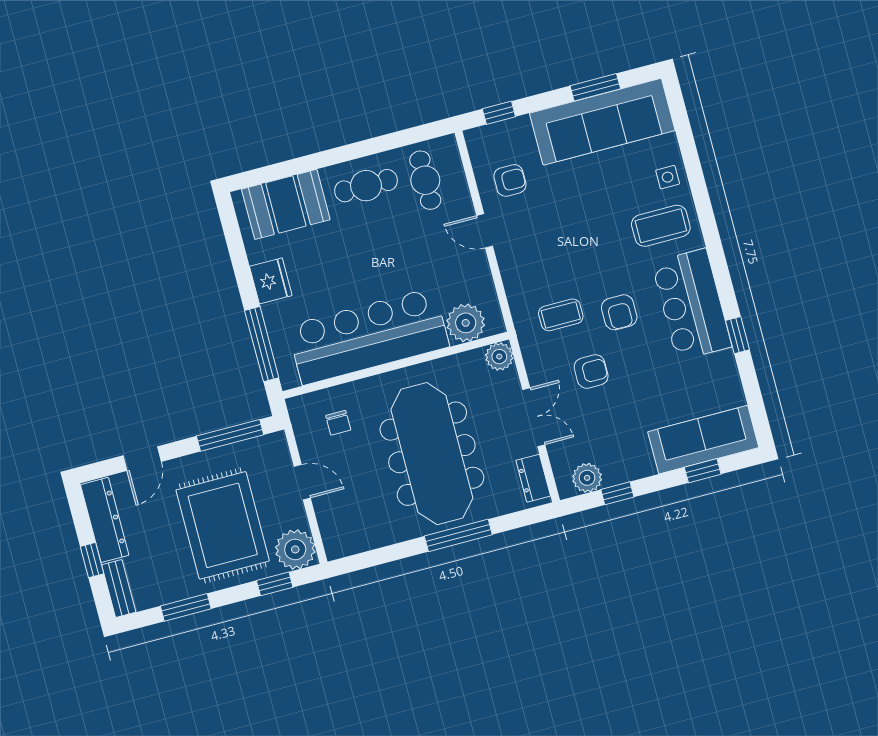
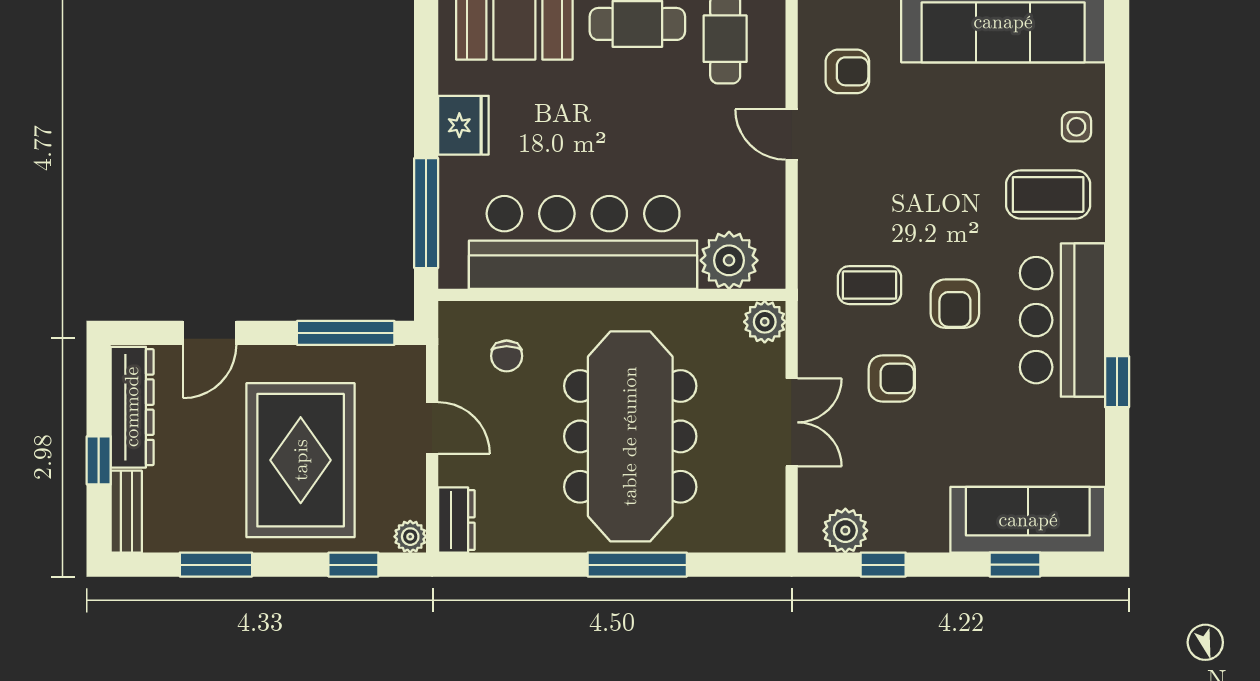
dresser: (533, 478) -> (456, 520), moved, turned 180
plant: (295, 549) -> (410, 537), width x0.53, depth x0.53

